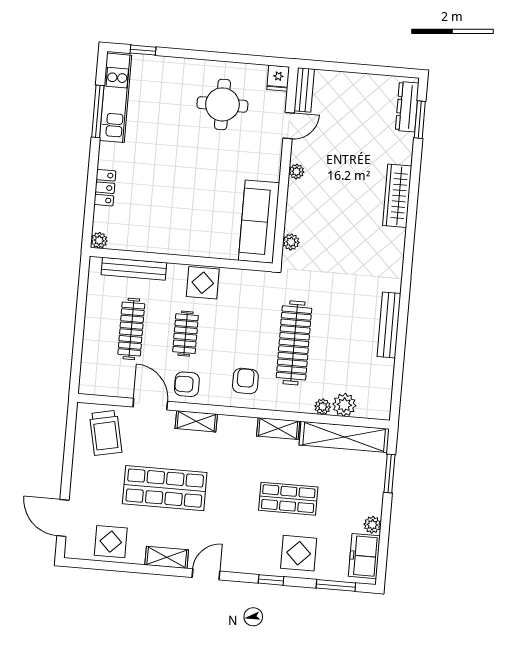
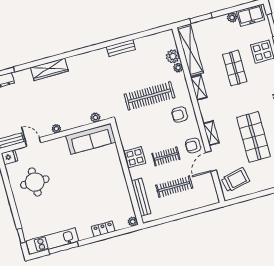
bench: (389, 325) -> (121, 48), width x0.73
armchair: (187, 384) -> (193, 146), turned 90

